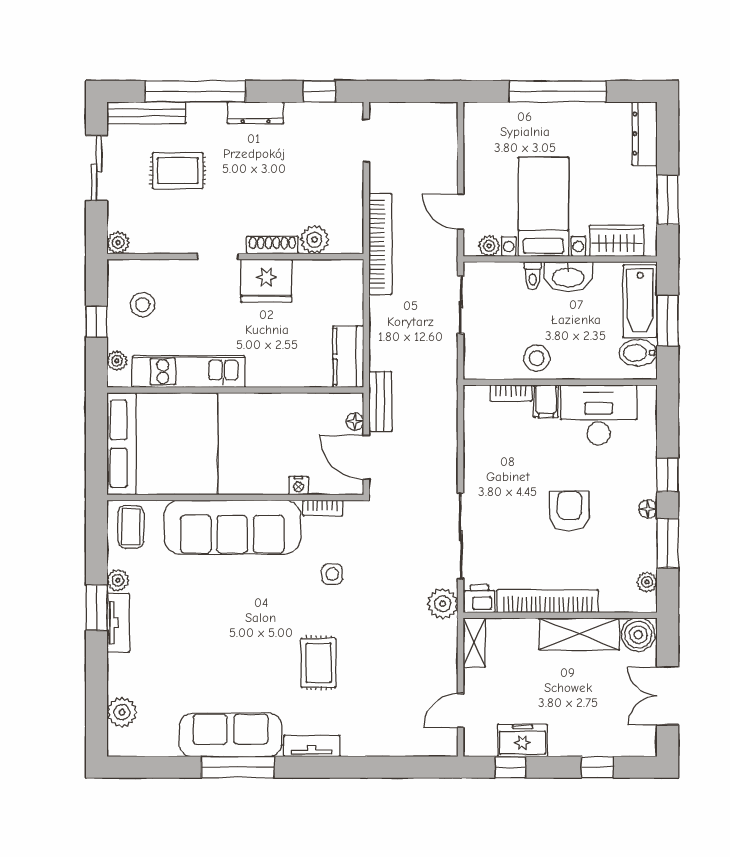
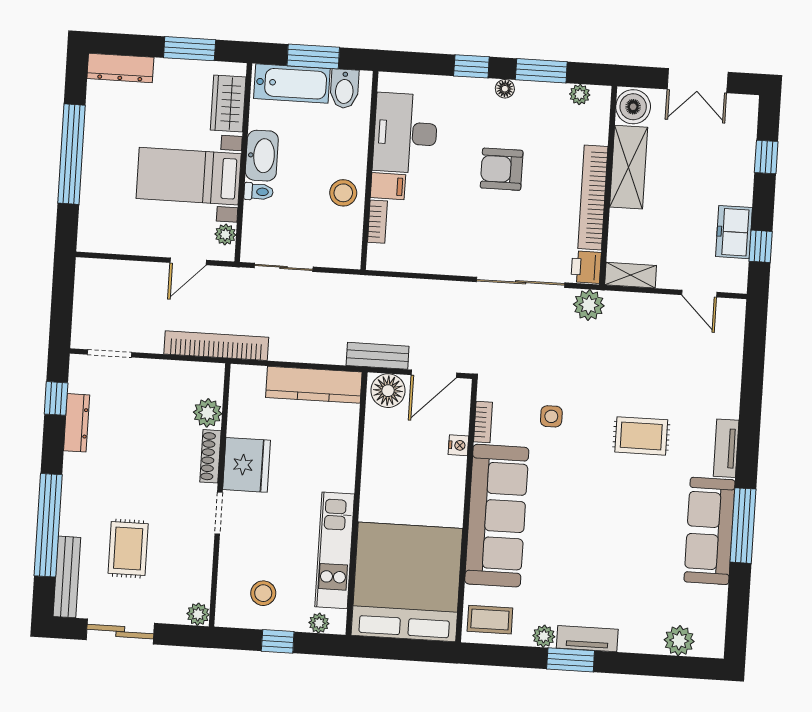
dresser: (256, 113) -> (77, 423), moved
kitchen counter: (348, 357) -> (314, 385), width x1.50
floor lamp: (355, 421) -> (388, 391), width x1.89, depth x1.89

